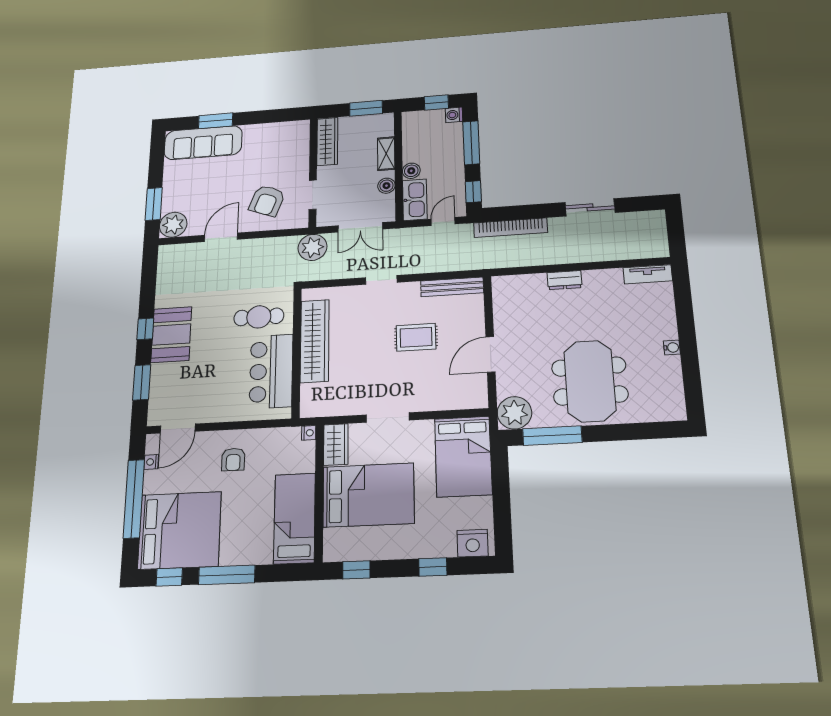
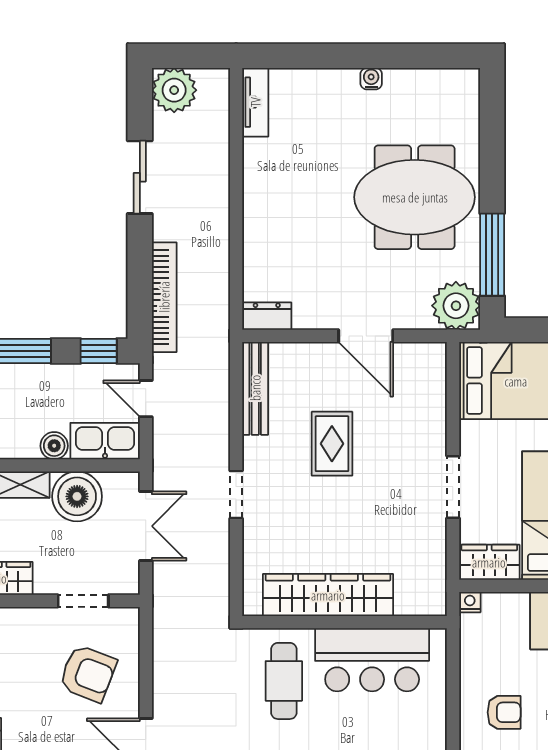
boiler: (386, 186) -> (77, 496), width x1.86, depth x1.86
plant: (312, 247) -> (174, 90), moved
dresser: (565, 280) -> (267, 316), moved, turned -90

